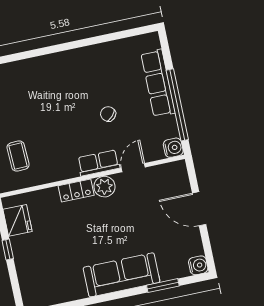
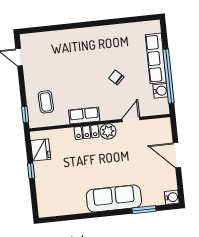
water cooler: (173, 148) -> (160, 91), moved
row of seats: (99, 163) -> (84, 116), moved

